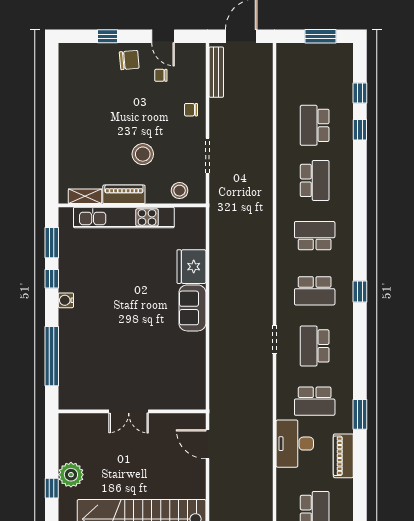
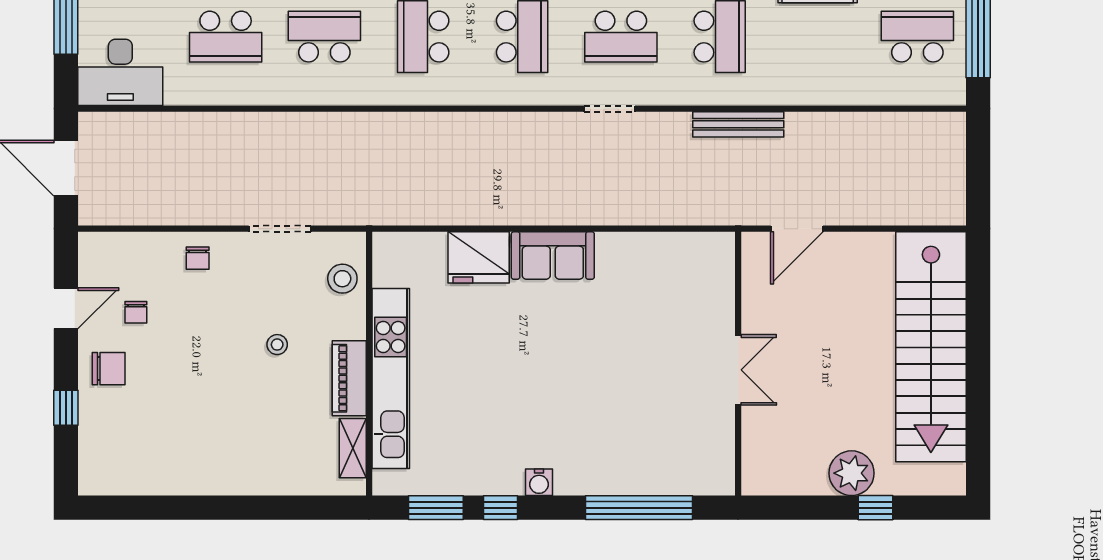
chair: (129, 60) -> (109, 369), turned 95
bench: (216, 72) -> (738, 124), moved
stool: (143, 154) -> (277, 345), width x0.53, depth x0.53
desk: (295, 444) -> (120, 72), moved

